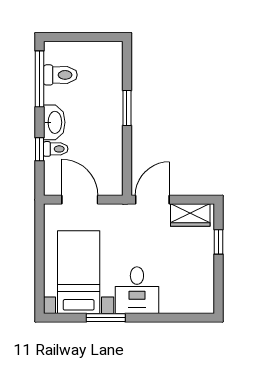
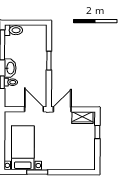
toilet: (60, 75) -> (14, 30), moved
door: (80, 200) -> (34, 109), moved
desk: (137, 290) -> (54, 158), removed

